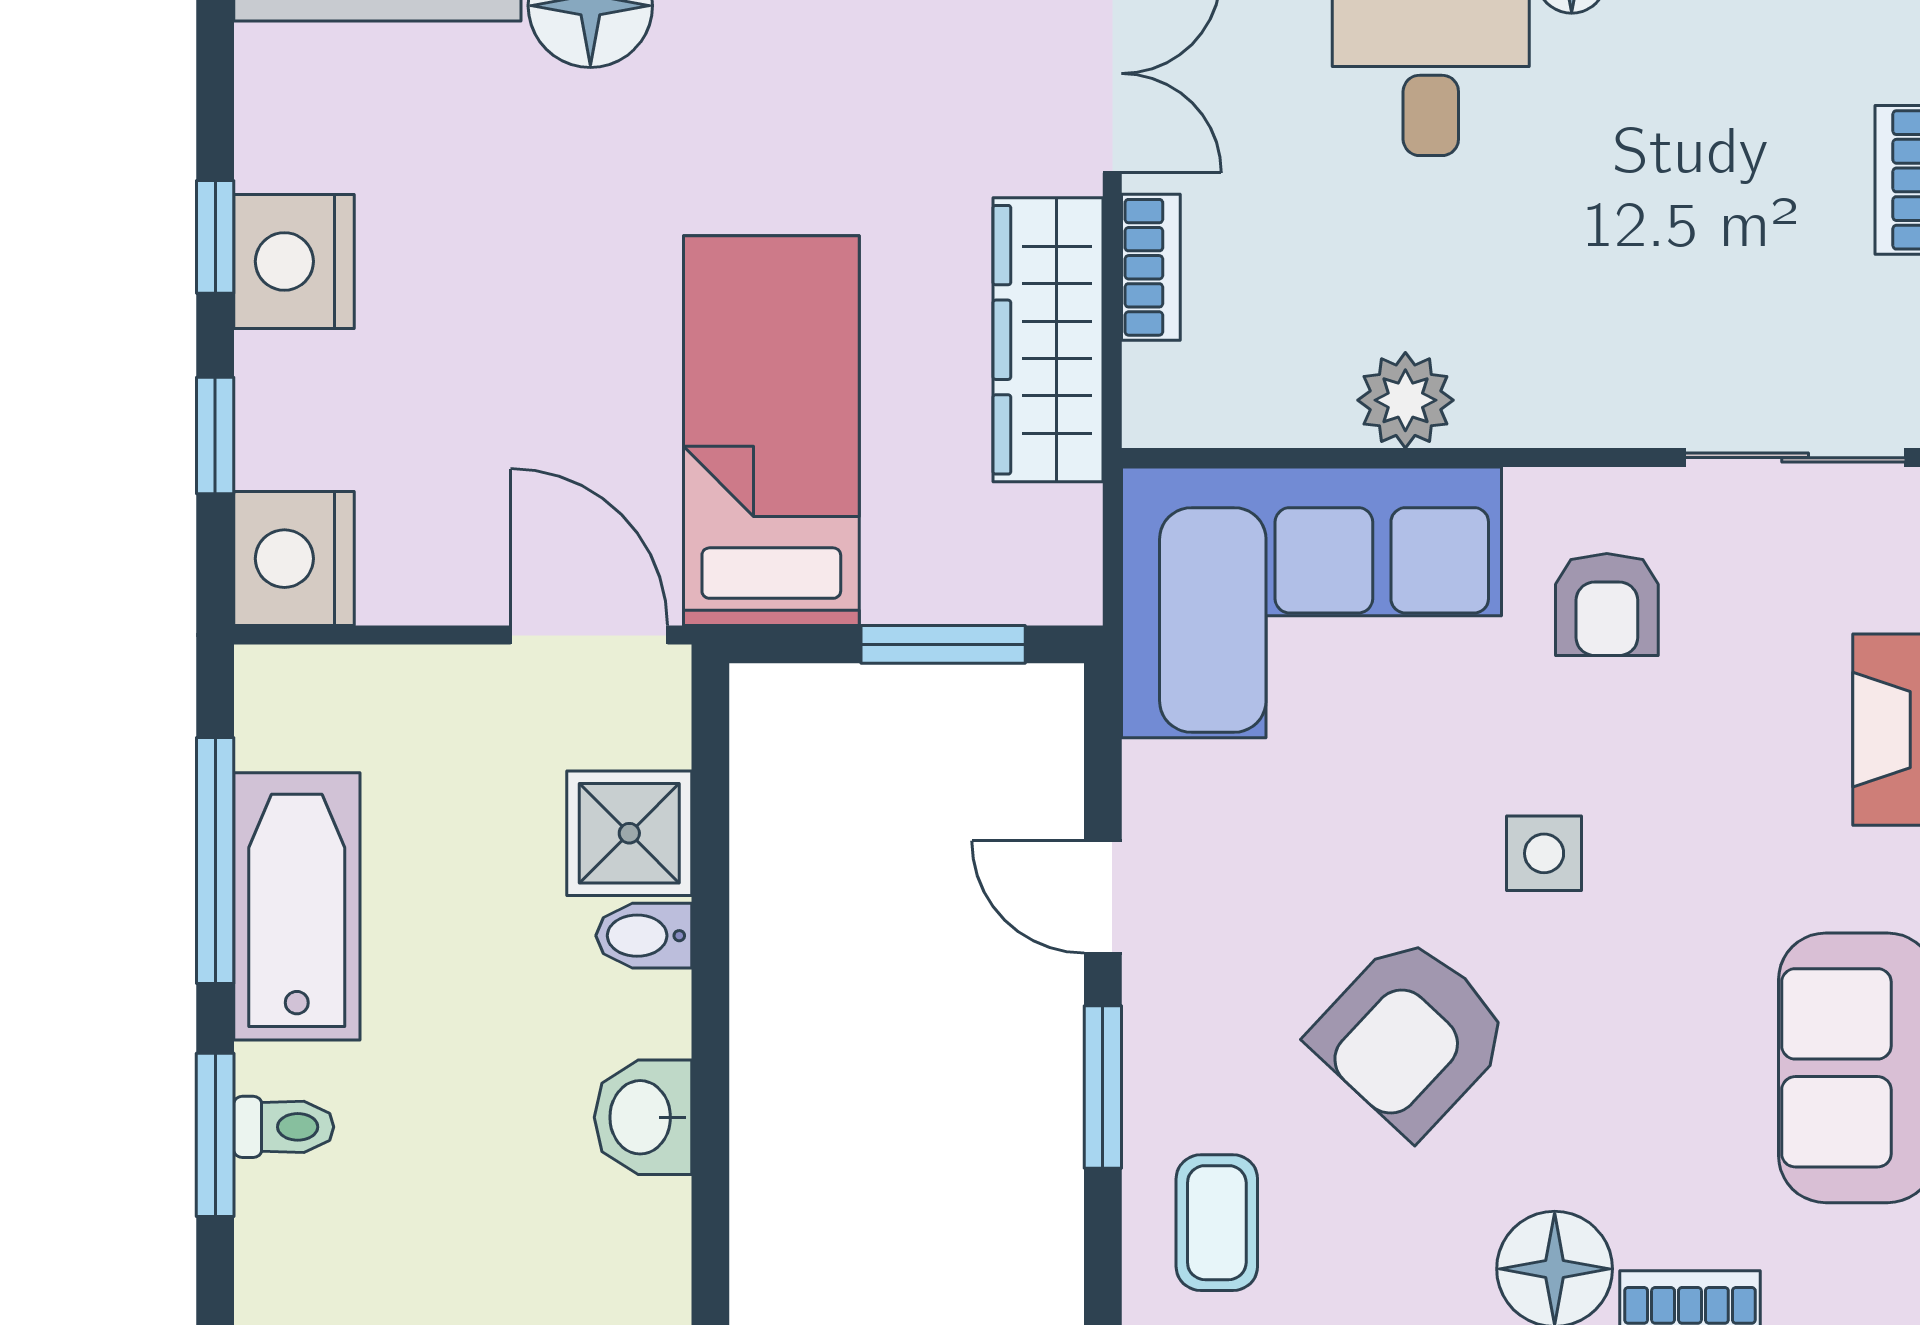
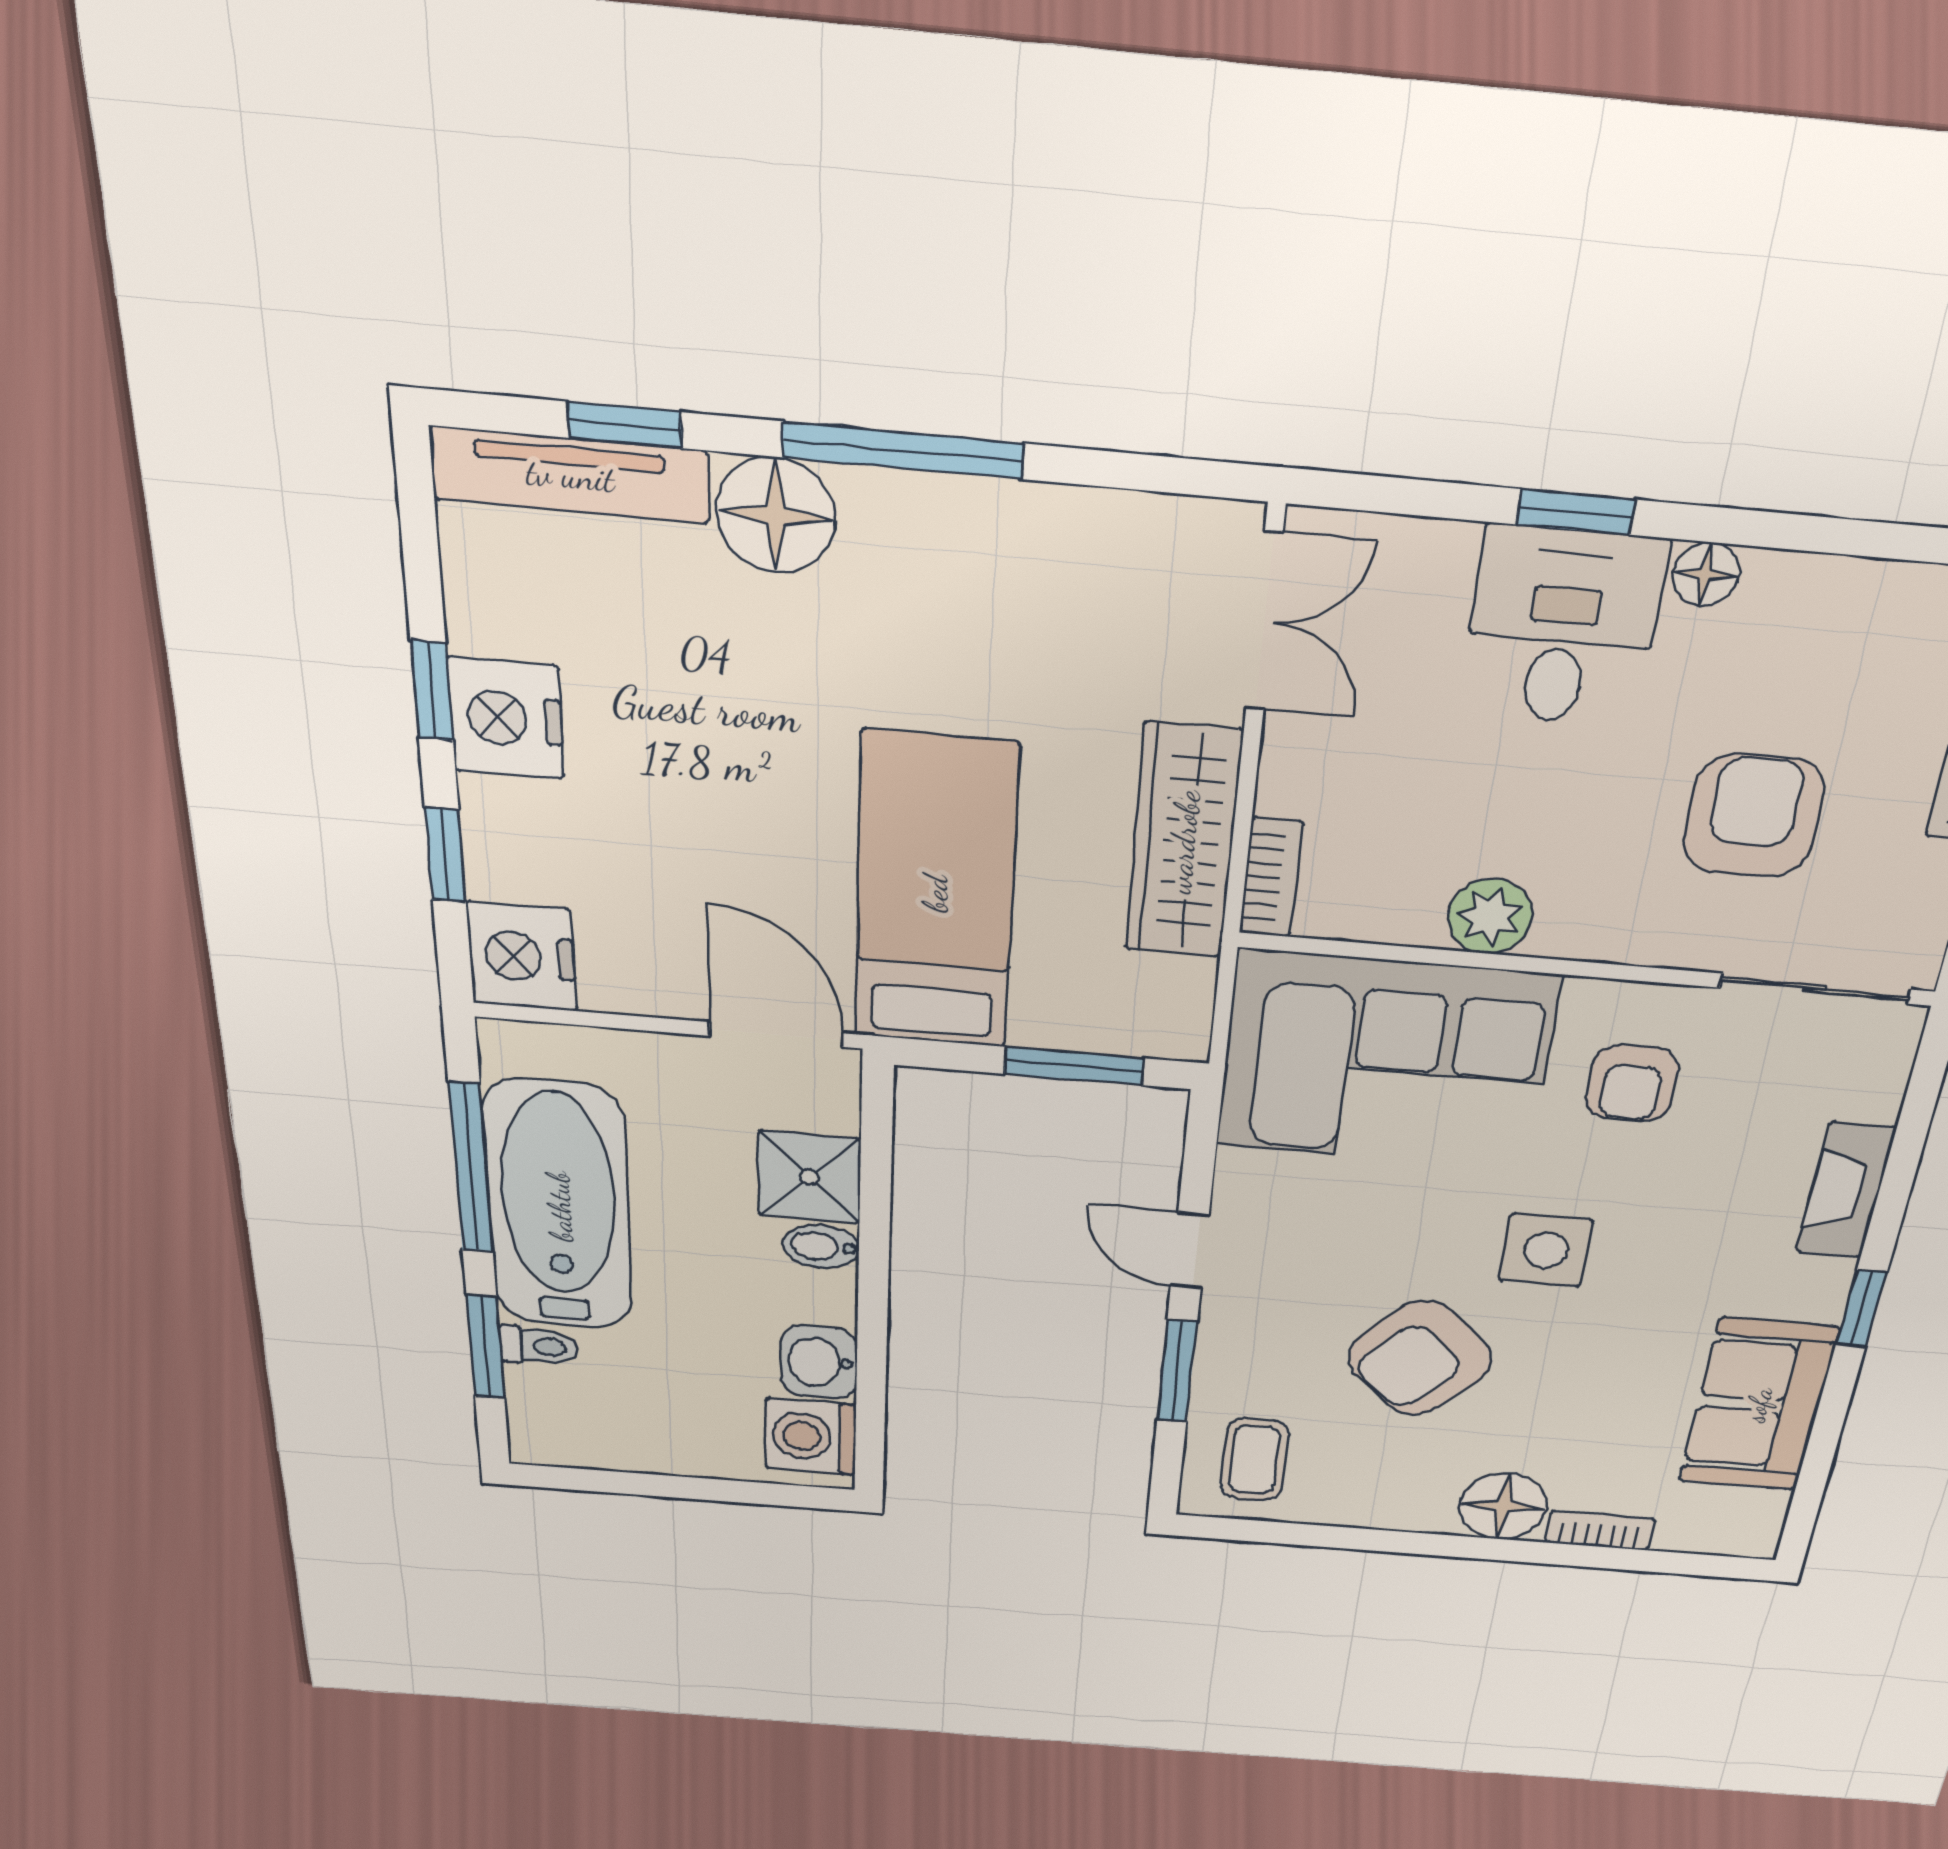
armchair: (1679, 248) -> (1754, 816), added
bookcase: (1151, 267) -> (1271, 878), moved
side table: (1544, 853) -> (1546, 1250), width x1.37, depth x1.37
bathtub: (297, 906) -> (559, 1206), width x1.36, depth x1.36
washing machine: (633, 1241) -> (811, 1436), added

